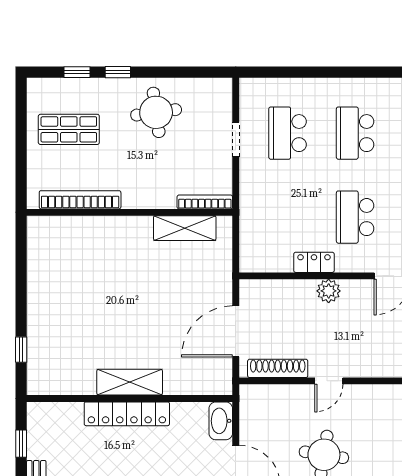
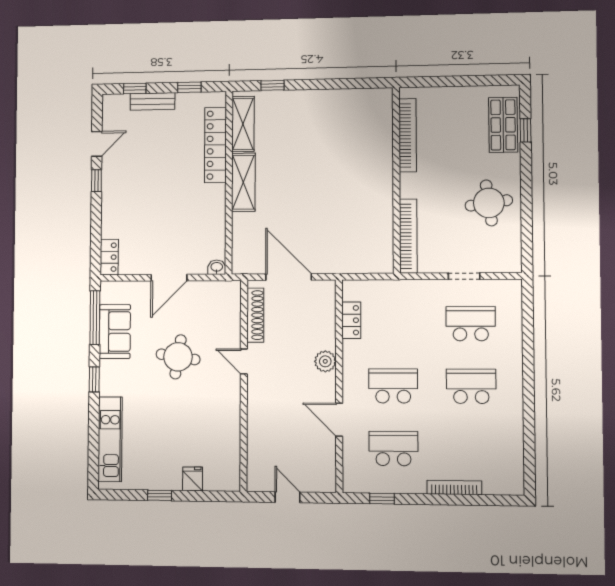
window: (118, 72) -> (526, 168), removed
shop shelf: (69, 129) -> (503, 125), moved
bookcase: (205, 202) -> (408, 236), width x1.48, depth x1.31
shelving: (185, 228) -> (243, 124), moved
locker: (314, 262) -> (351, 320), moved
locker: (127, 414) -> (215, 145), moved
washbasin: (221, 421) -> (217, 267), width x0.52, depth x0.69

